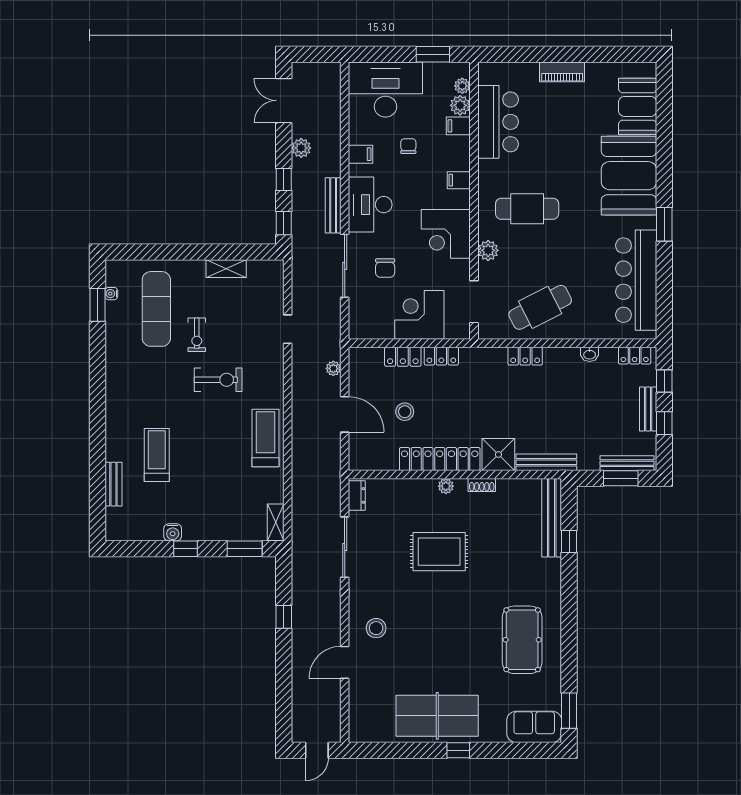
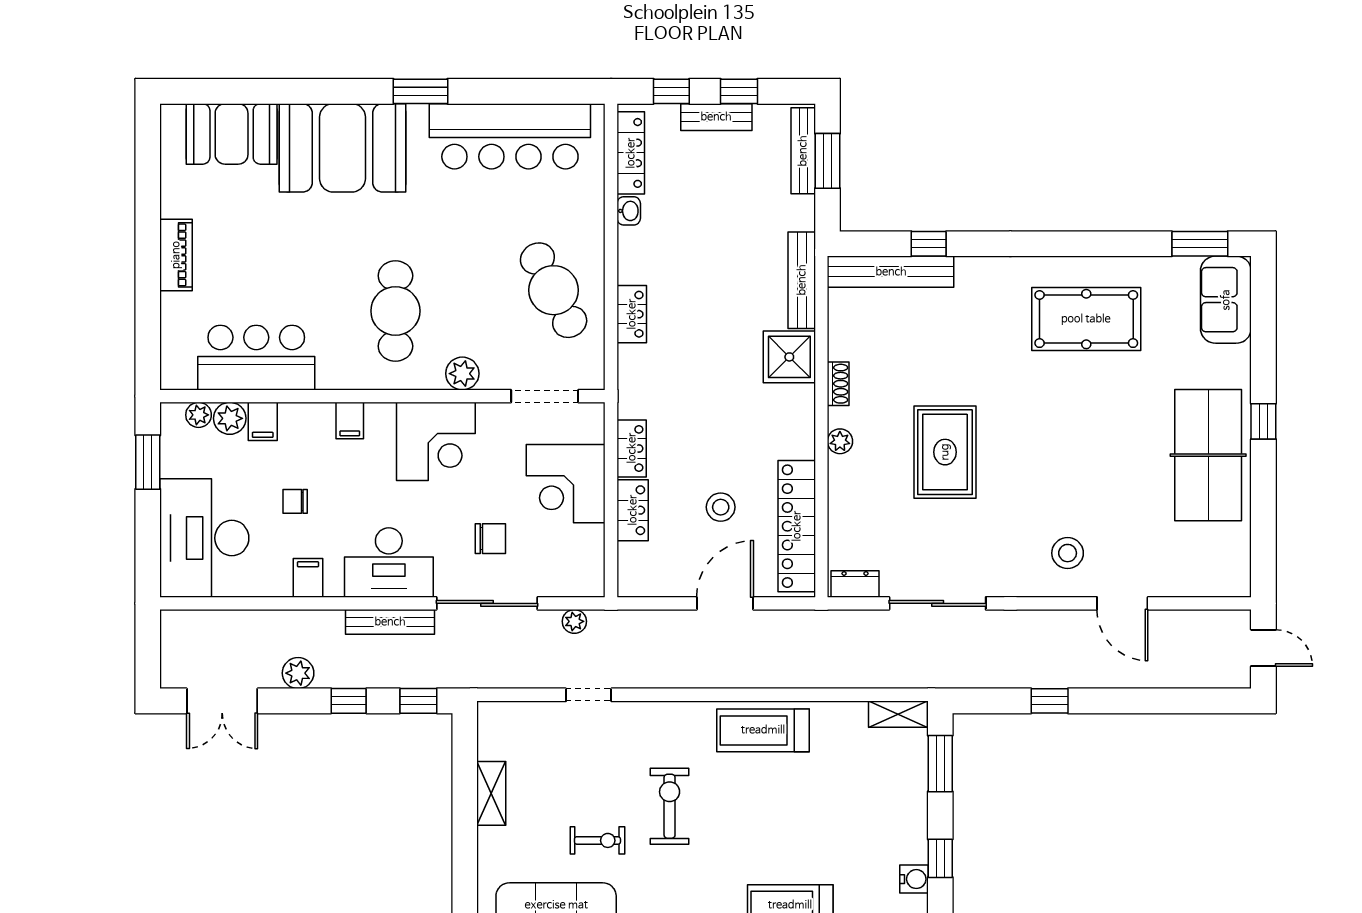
locker: (635, 356) -> (631, 153), width x1.53
plant: (333, 368) -> (574, 621), moved
locker: (440, 459) -> (797, 526), moved

